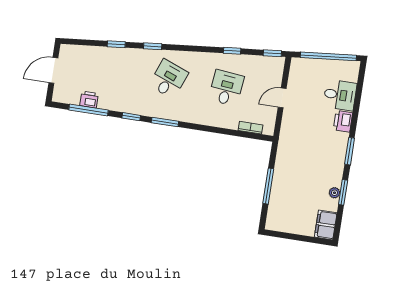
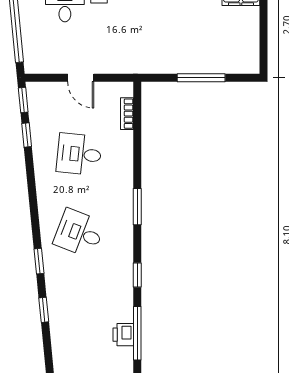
window: (232, 51) -> (27, 135), moved
window: (165, 122) -> (137, 207), moved

